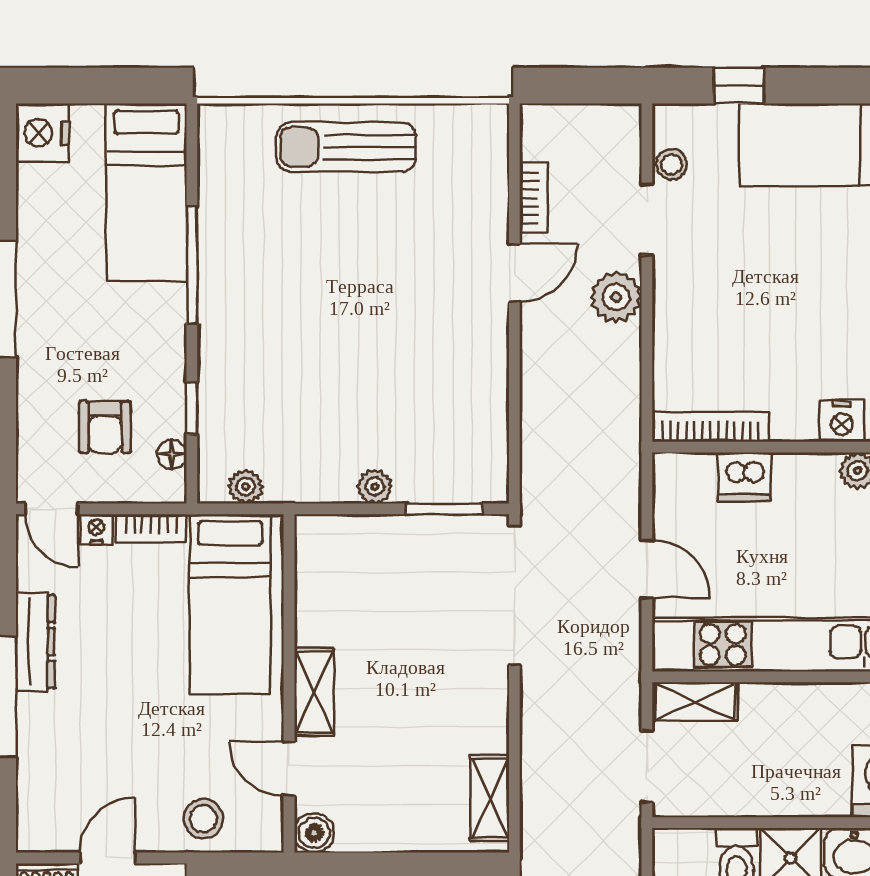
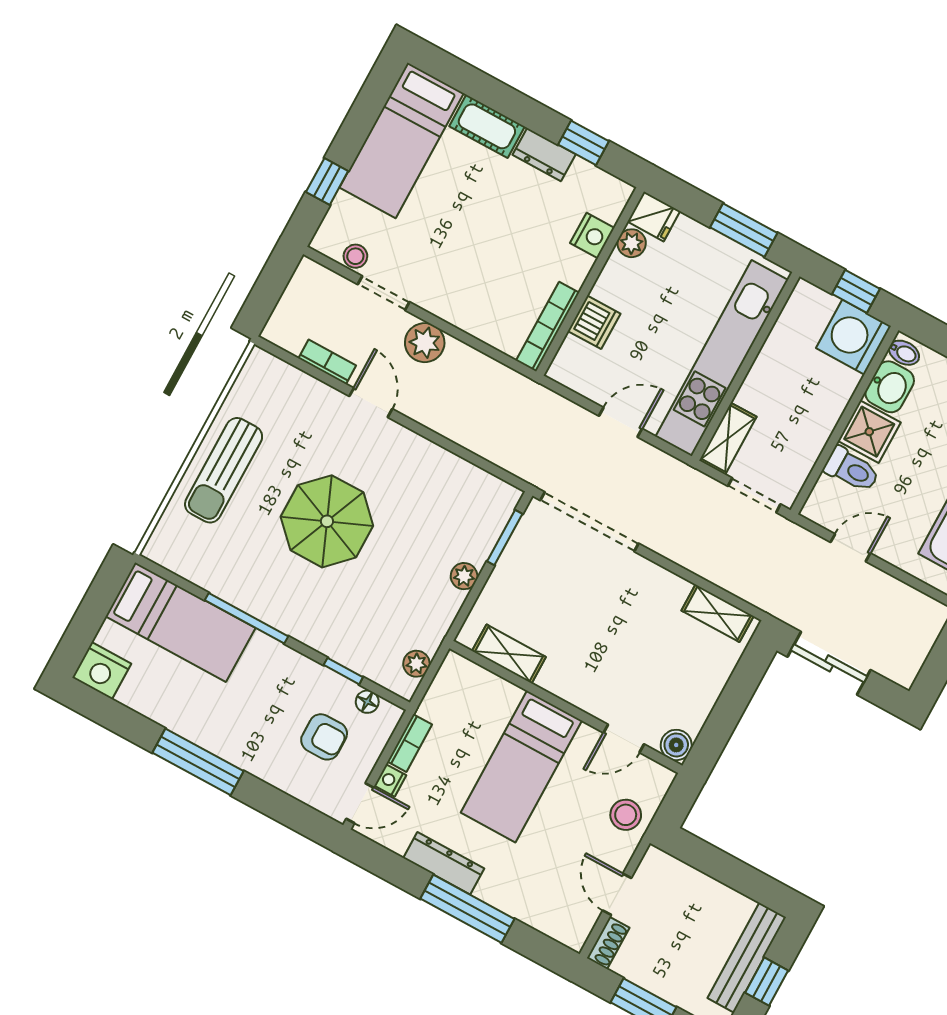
parasol: (352, 296) -> (327, 521), added
bed: (230, 604) -> (521, 767), moved, turned 90
shelving: (314, 692) -> (509, 654), moved

